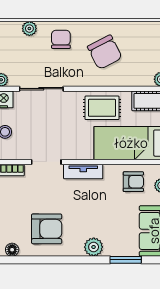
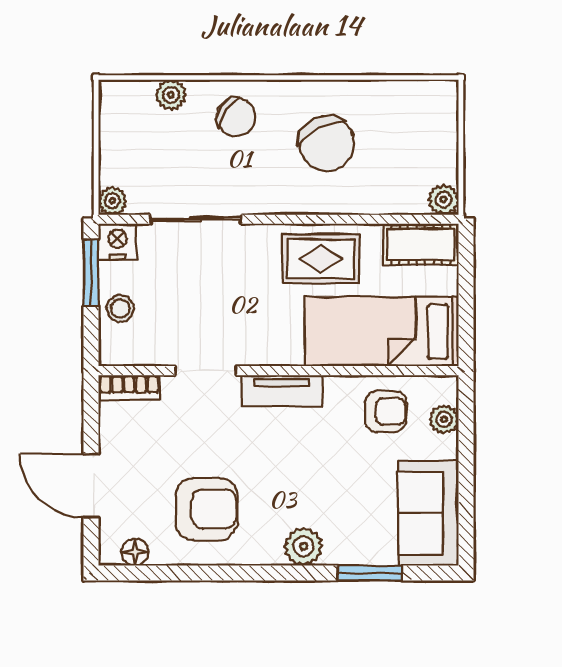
chair: (61, 39) -> (236, 117), turned 125

